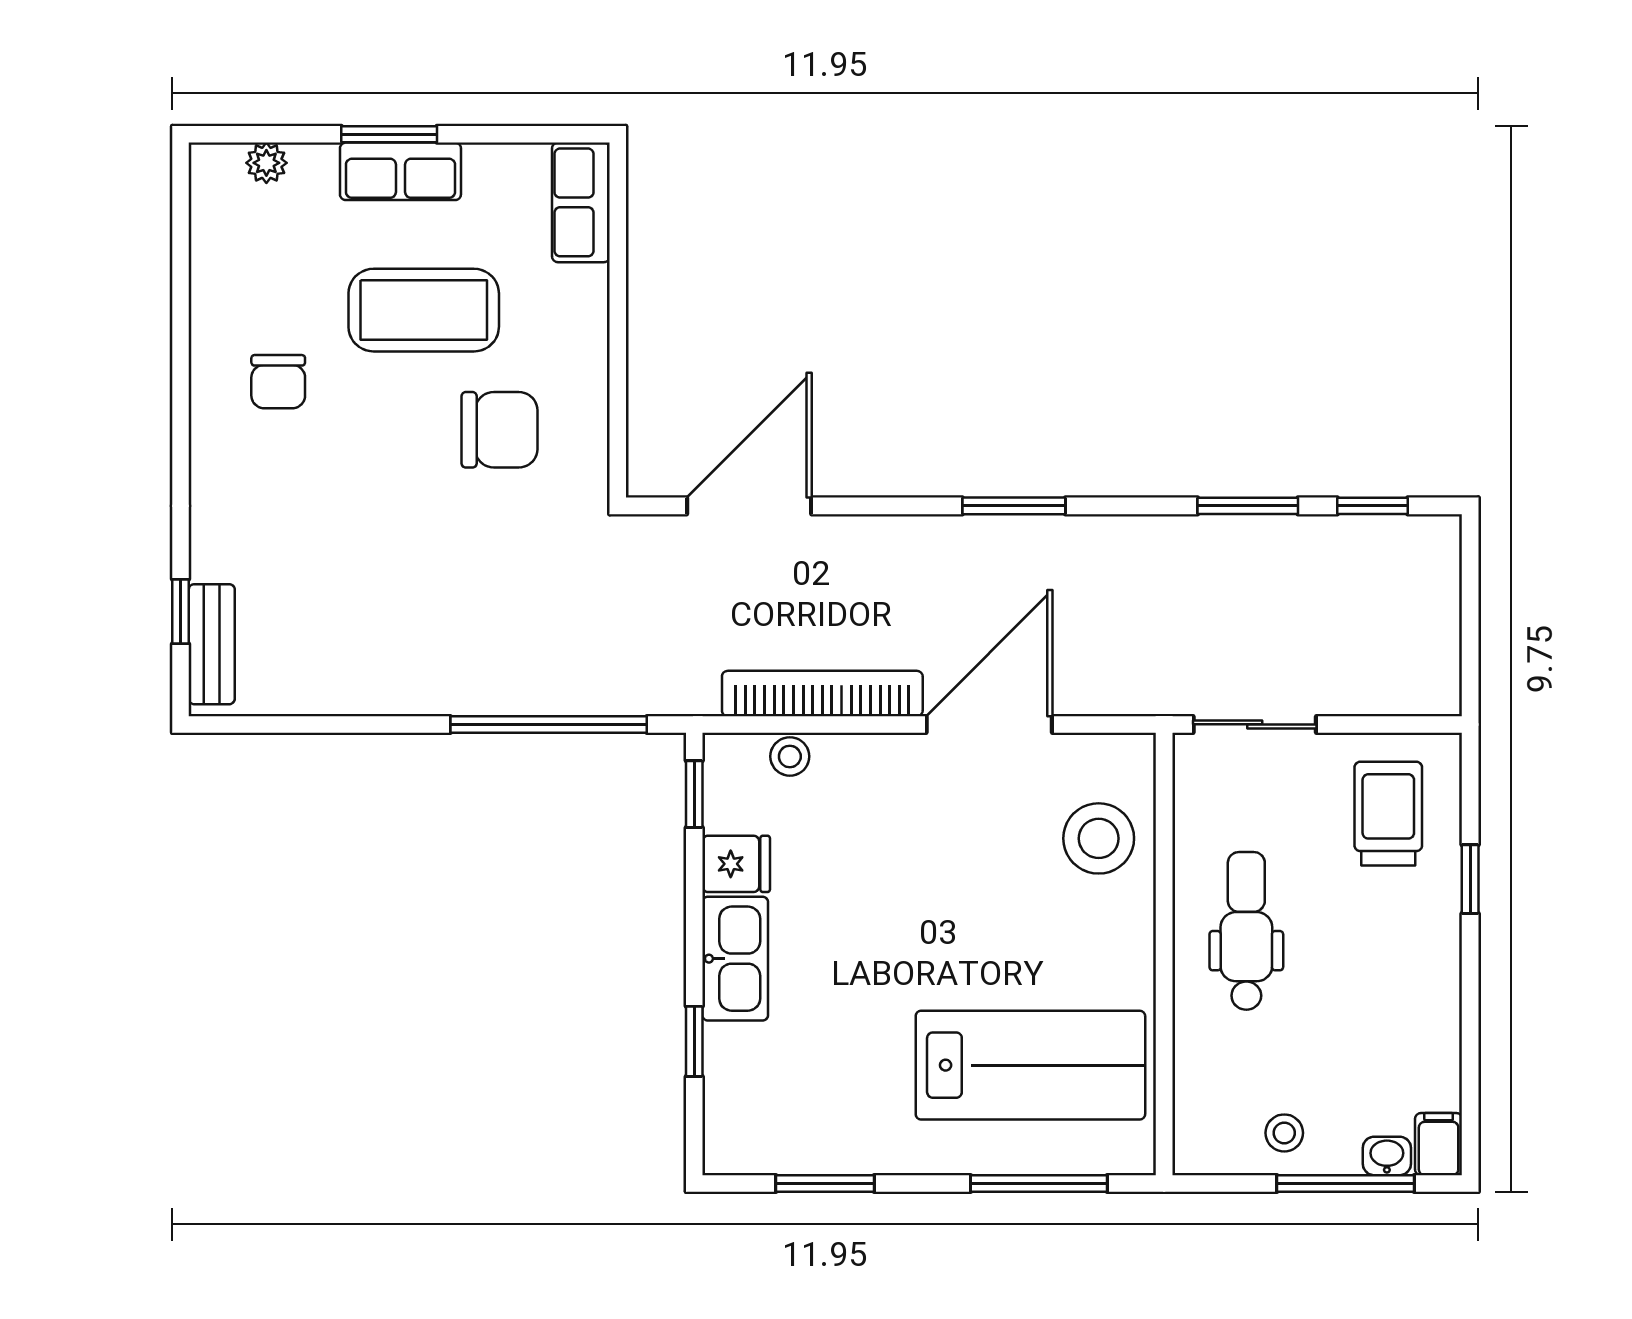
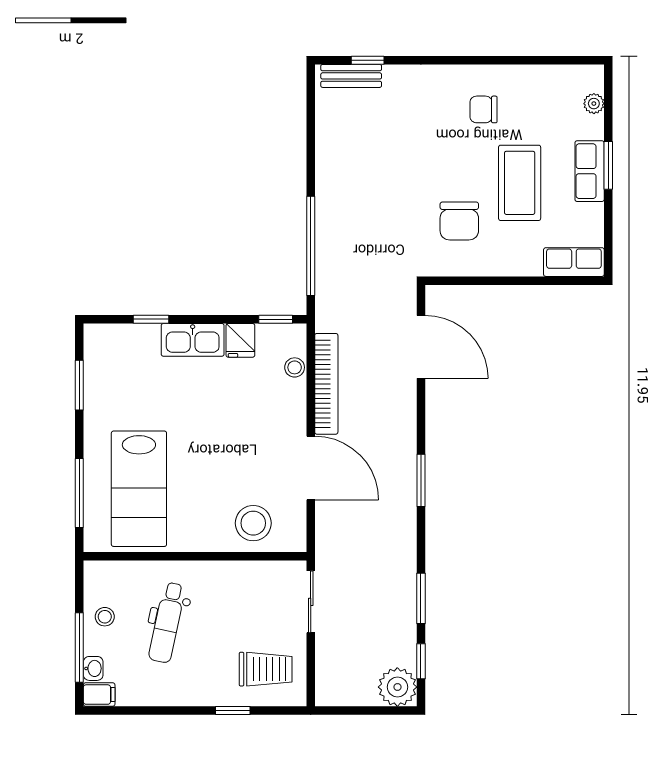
plant: (1424, 552) -> (397, 687), added
dental chair: (1246, 931) -> (167, 622), moved, turned 102

